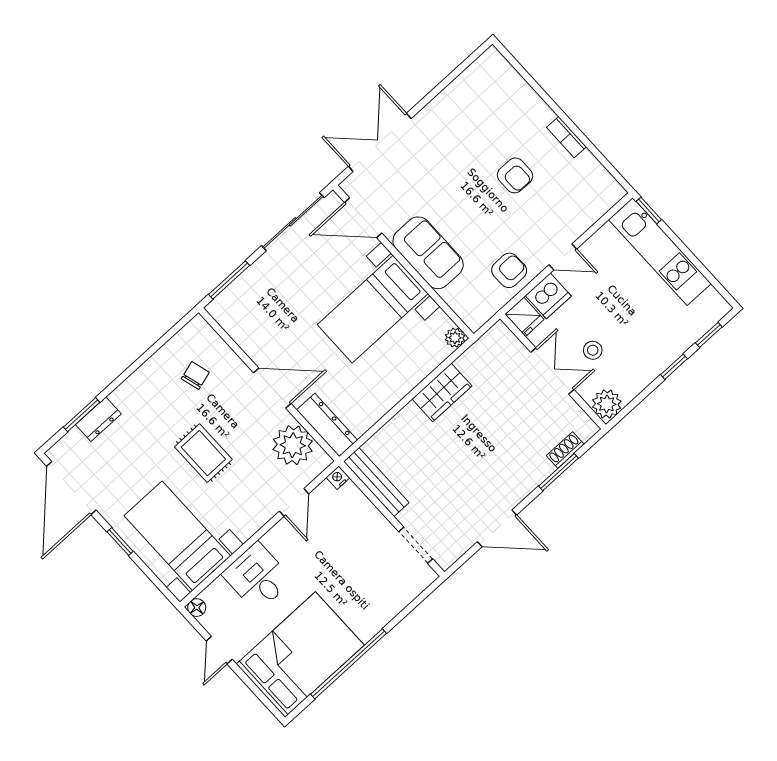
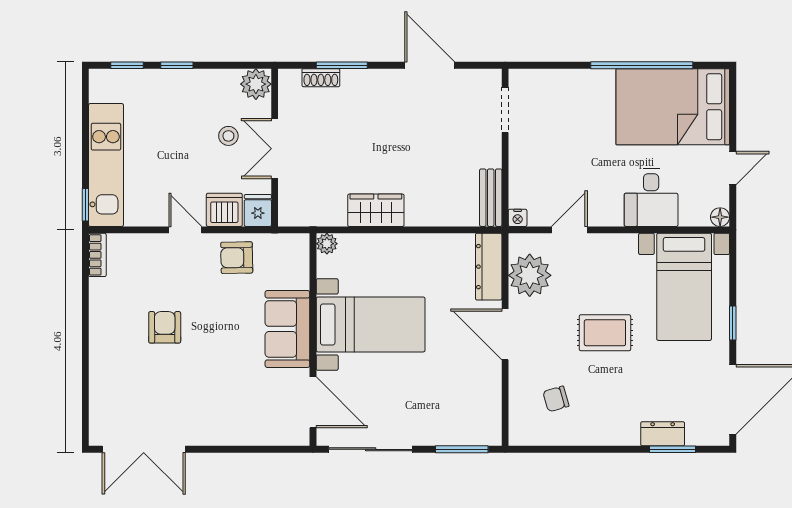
bookcase: (566, 137) -> (97, 255), moved
double door: (380, 142) -> (144, 449), moved
rug: (203, 453) -> (605, 333), turned 90
bench: (376, 482) -> (491, 198), width x0.73

